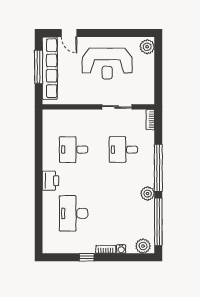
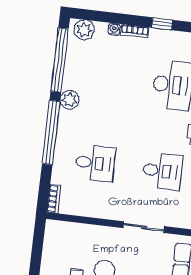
sliding door: (117, 107) -> (144, 227), moved

